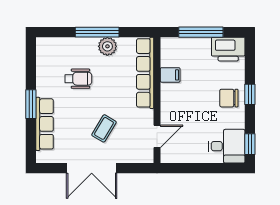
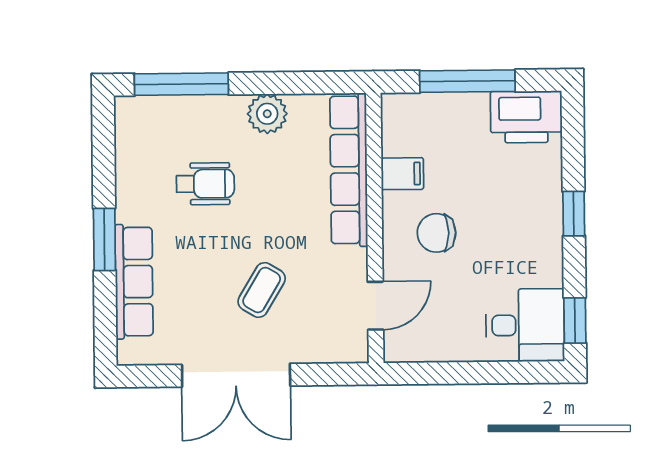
window: (97, 32) -> (181, 84), moved
chair: (229, 98) -> (436, 233), moved

